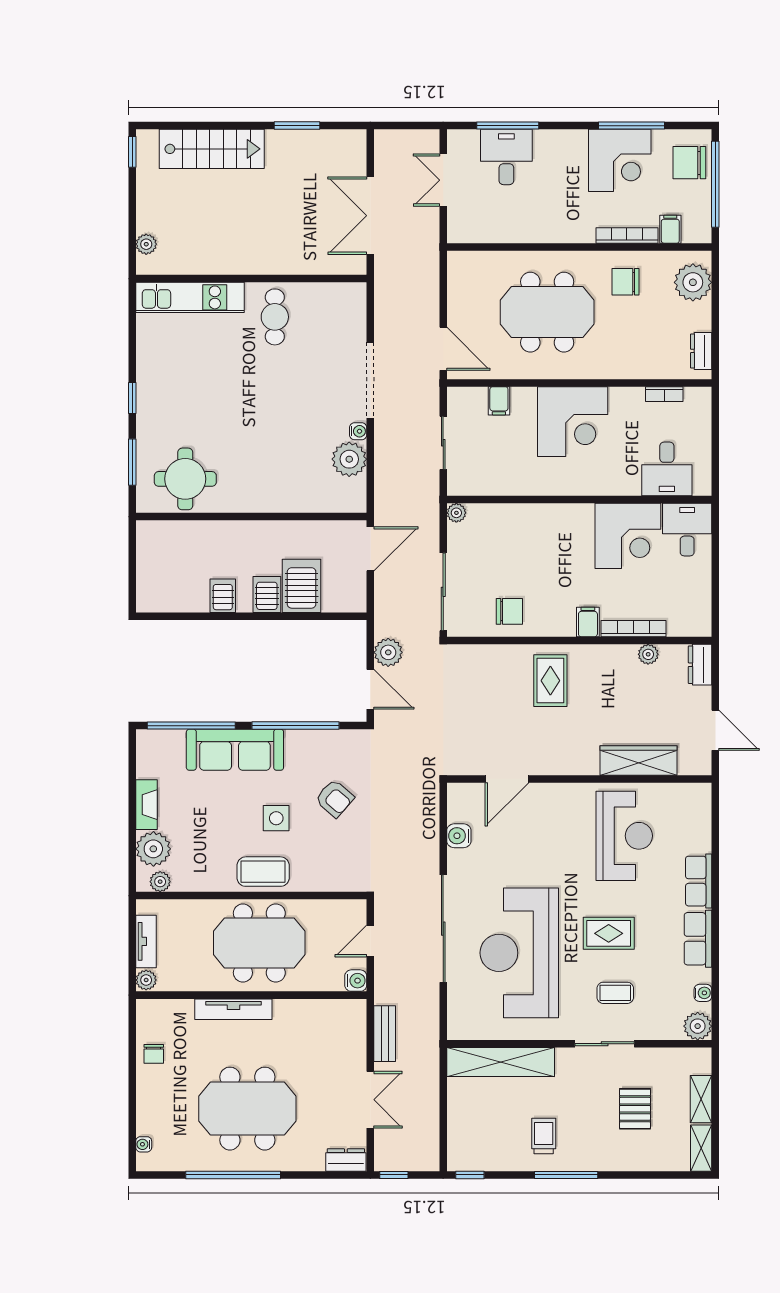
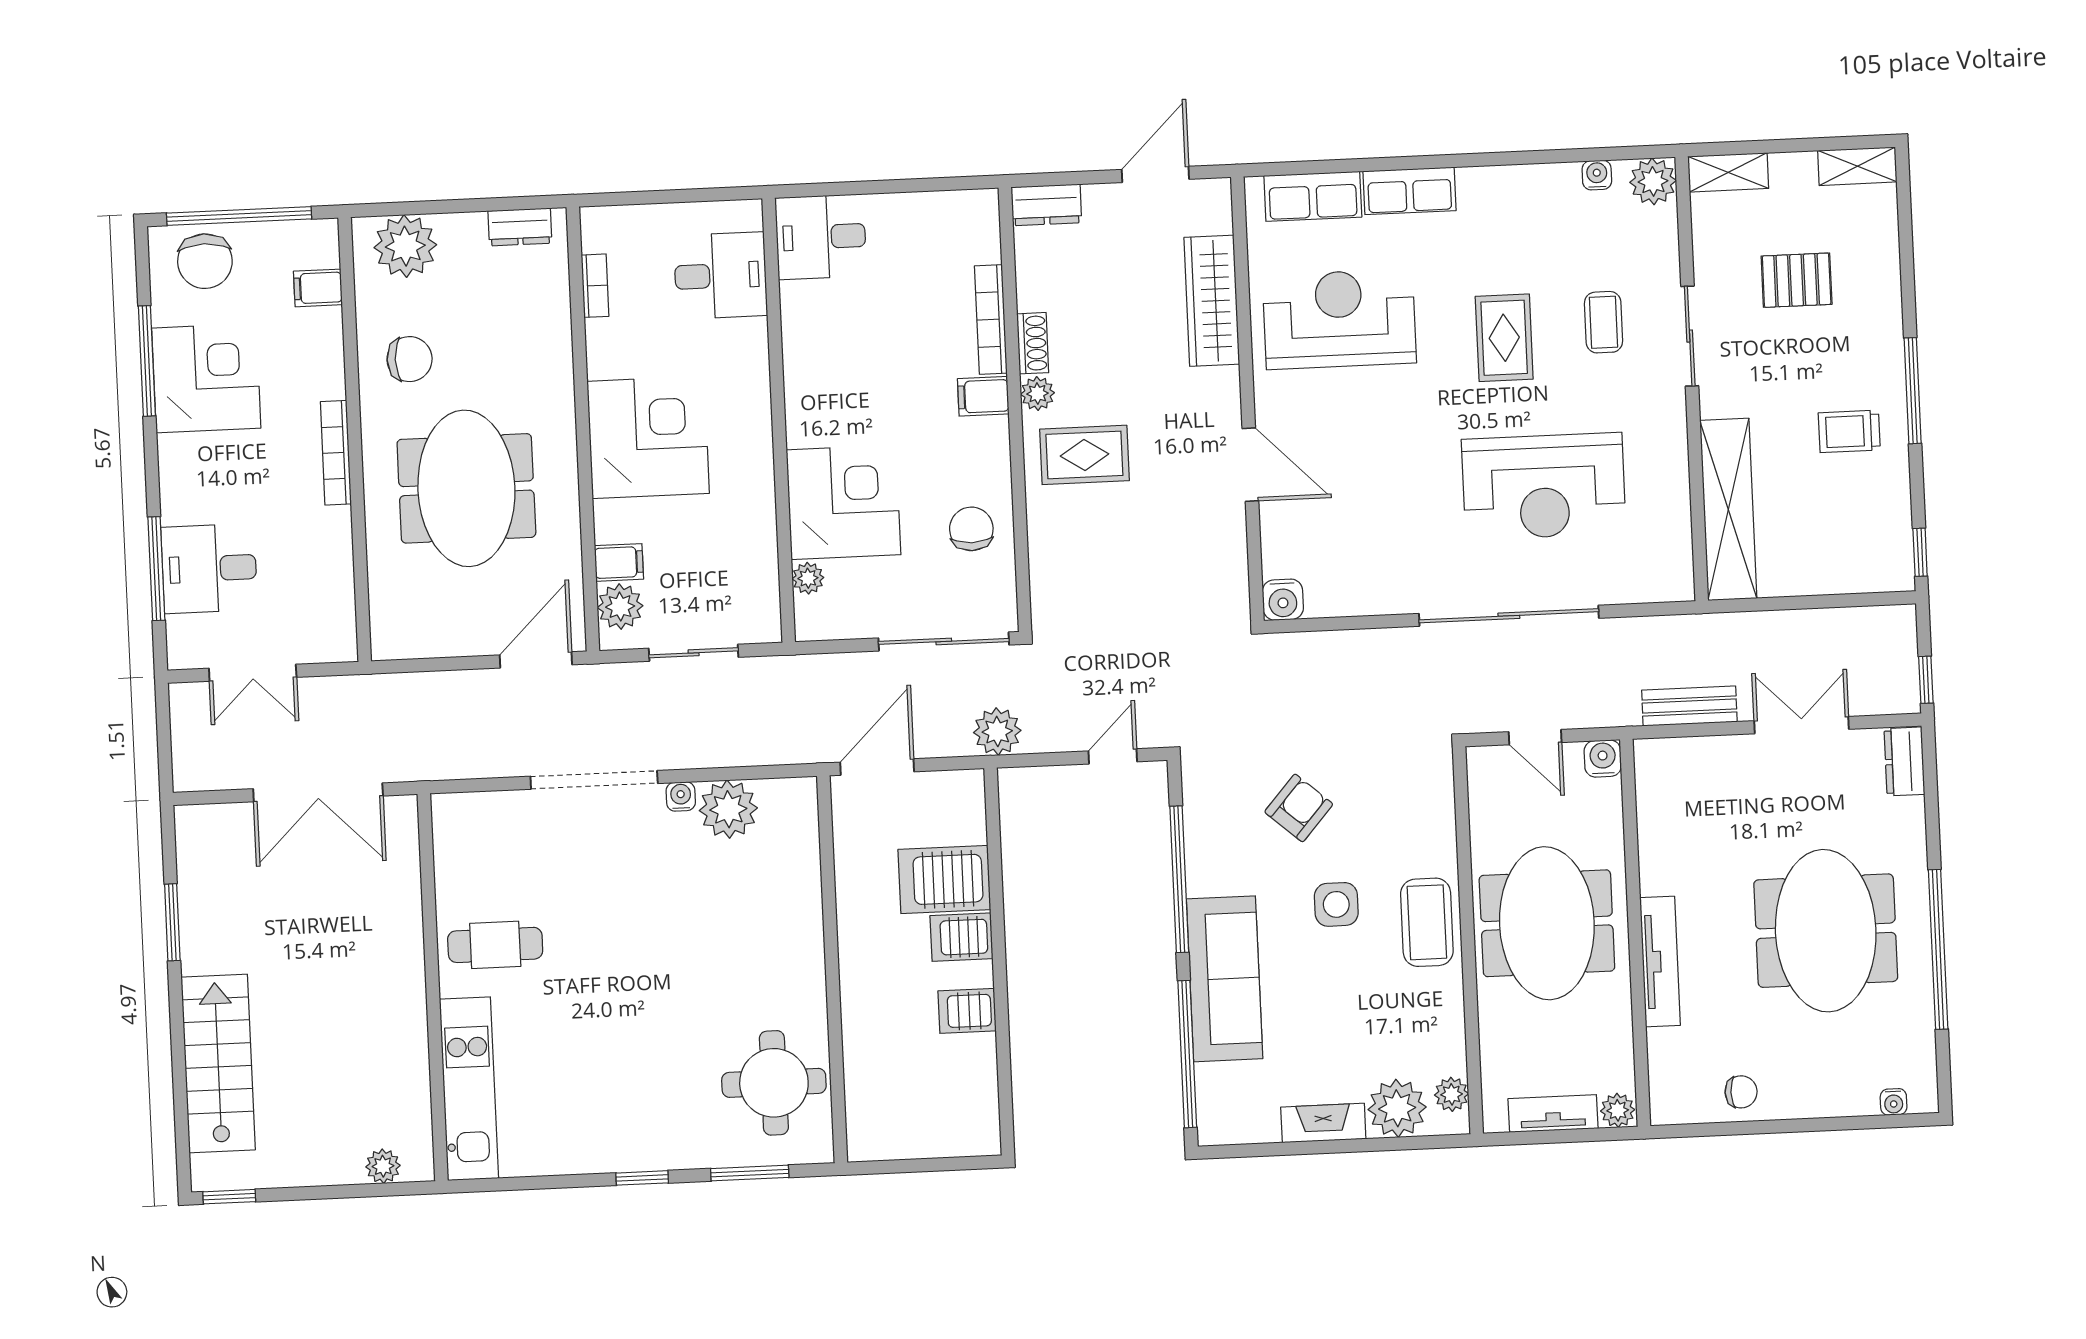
bookcase: (627, 235) -> (336, 453), moved
chair: (626, 282) -> (410, 359), turned -90
plant: (473, 400) -> (620, 607), added
plant: (456, 513) -> (808, 578), moved
corner desk: (628, 536) -> (843, 502), moved
door: (370, 549) -> (877, 767), hinge flipped
plant: (388, 652) -> (997, 731), moved
shoe rack: (618, 653) -> (1033, 343), added
plant: (648, 654) -> (1037, 394), moved
door: (370, 689) -> (1113, 756), width x0.73
door: (507, 779) -> (1250, 465), moved
water cooler: (459, 836) -> (1283, 600), moved
row of seats: (698, 939) -> (1313, 196), moved
reception desk: (519, 953) -> (1544, 486), width x0.74, depth x0.77
shelving: (701, 1099) -> (1728, 172), moved

